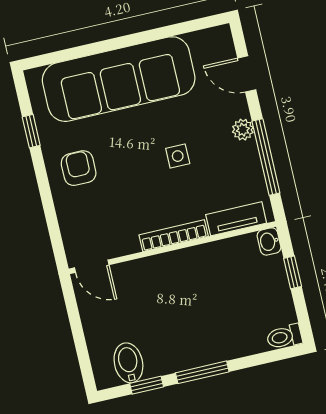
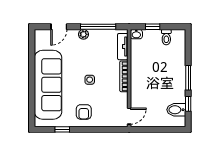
side table: (178, 156) -> (90, 80), moved
armchair: (79, 168) -> (84, 112), turned -90
toilet: (284, 337) -> (166, 37), moved

